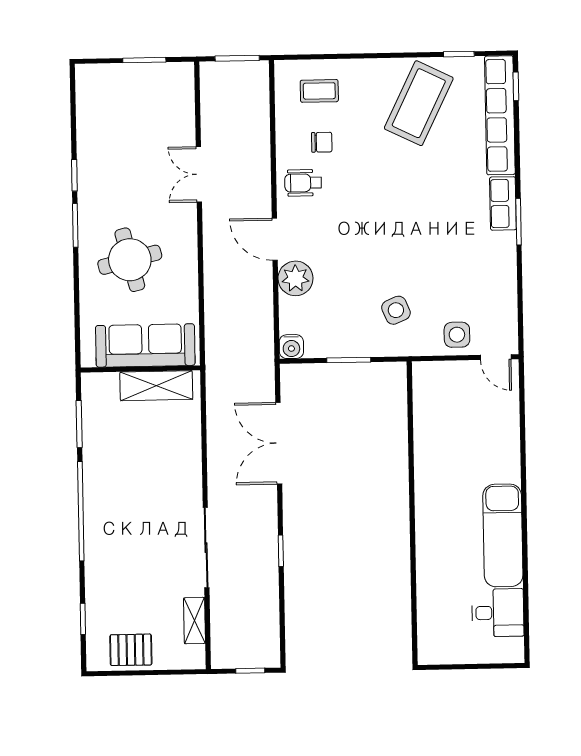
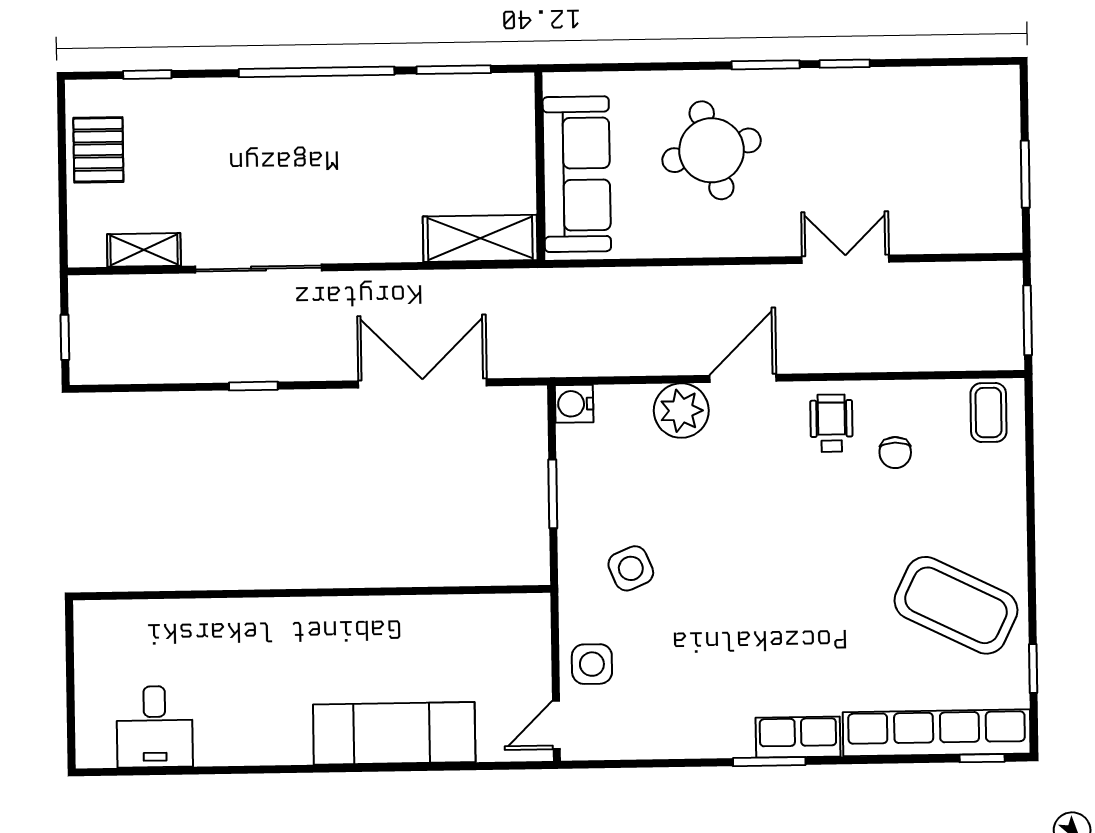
coffee table: (319, 91) -> (988, 413), moved
shelving: (156, 386) -> (480, 238), moved, turned 90
exam couch: (503, 535) -> (394, 733), moved

